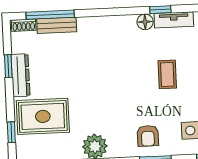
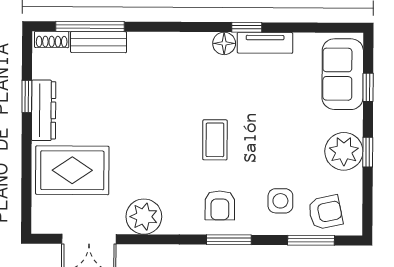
coffee table: (167, 74) -> (215, 140), moved
window: (11, 132) -> (26, 190), removed

